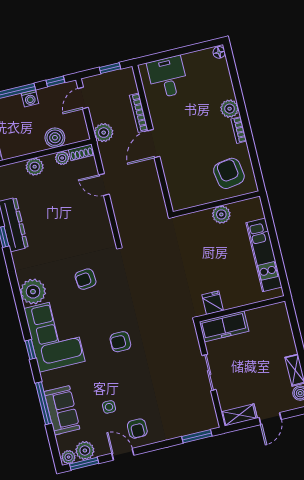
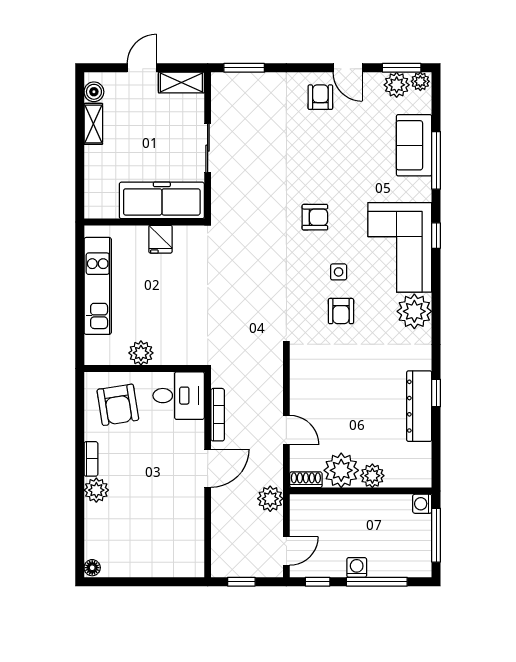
desk: (168, 77) -> (179, 396), moved, turned -90
bookcase: (139, 113) -> (218, 415), moved
boiler: (55, 138) -> (336, 508), removed
plant: (62, 158) -> (341, 470), width x1.88, depth x1.88
armchair: (86, 279) -> (341, 311), turned 96
fridge: (213, 303) -> (160, 239), moved
freezer: (224, 326) -> (162, 200), width x1.36, depth x1.26
side table: (109, 407) -> (339, 272), moved

